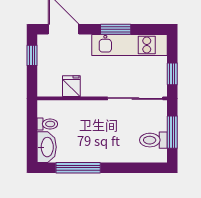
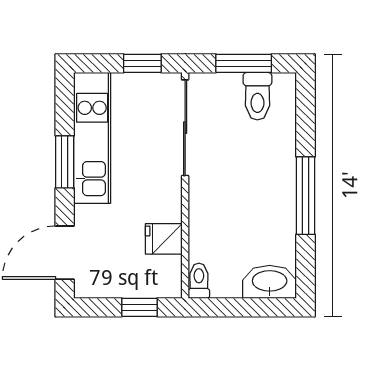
window: (32, 55) -> (139, 307), moved
toilet: (47, 124) -> (199, 281), moved
window: (78, 168) -> (306, 196), moved

